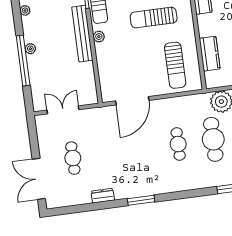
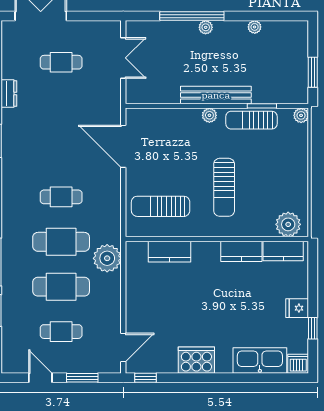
sun lounger: (154, 18) -> (224, 187), turned 180

